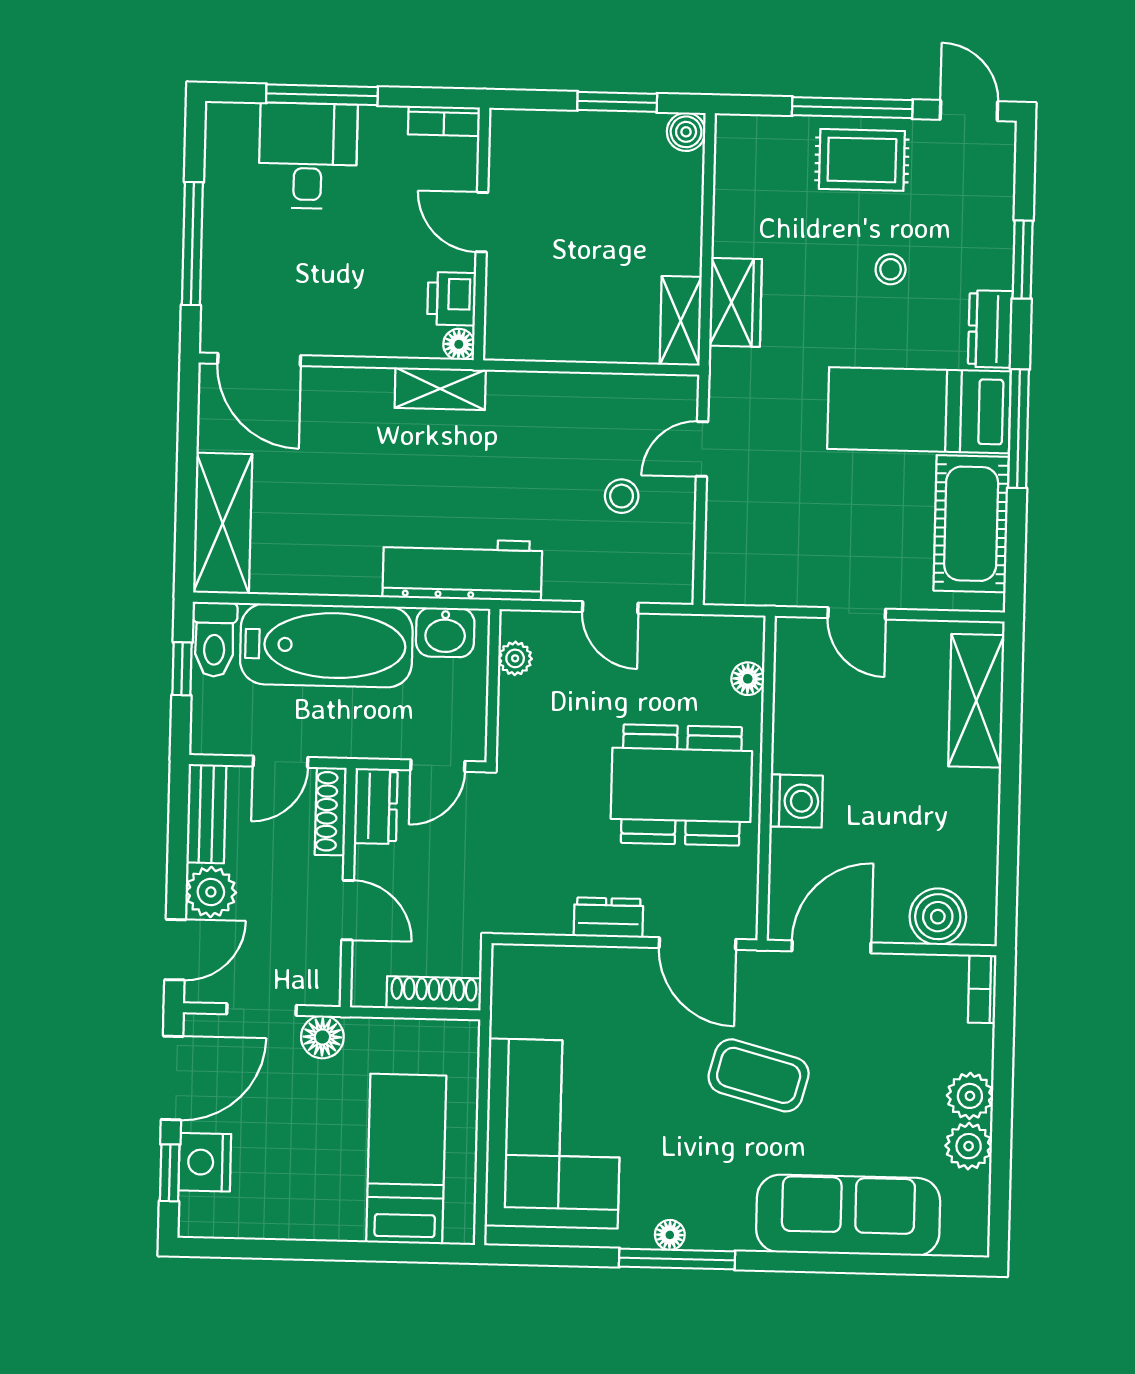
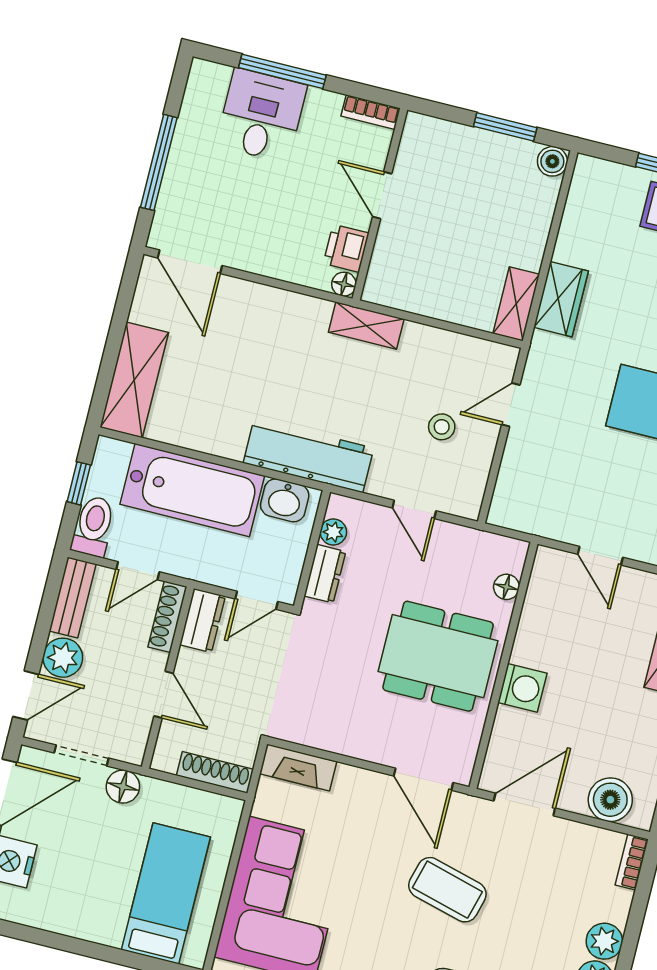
shelving: (440, 389) -> (366, 326), moved
toilet: (214, 639) -> (93, 526), moved, turned 180
dresser: (608, 918) -> (325, 574), moved, turned 90
fireplace: (537, 964) -> (298, 768), added

